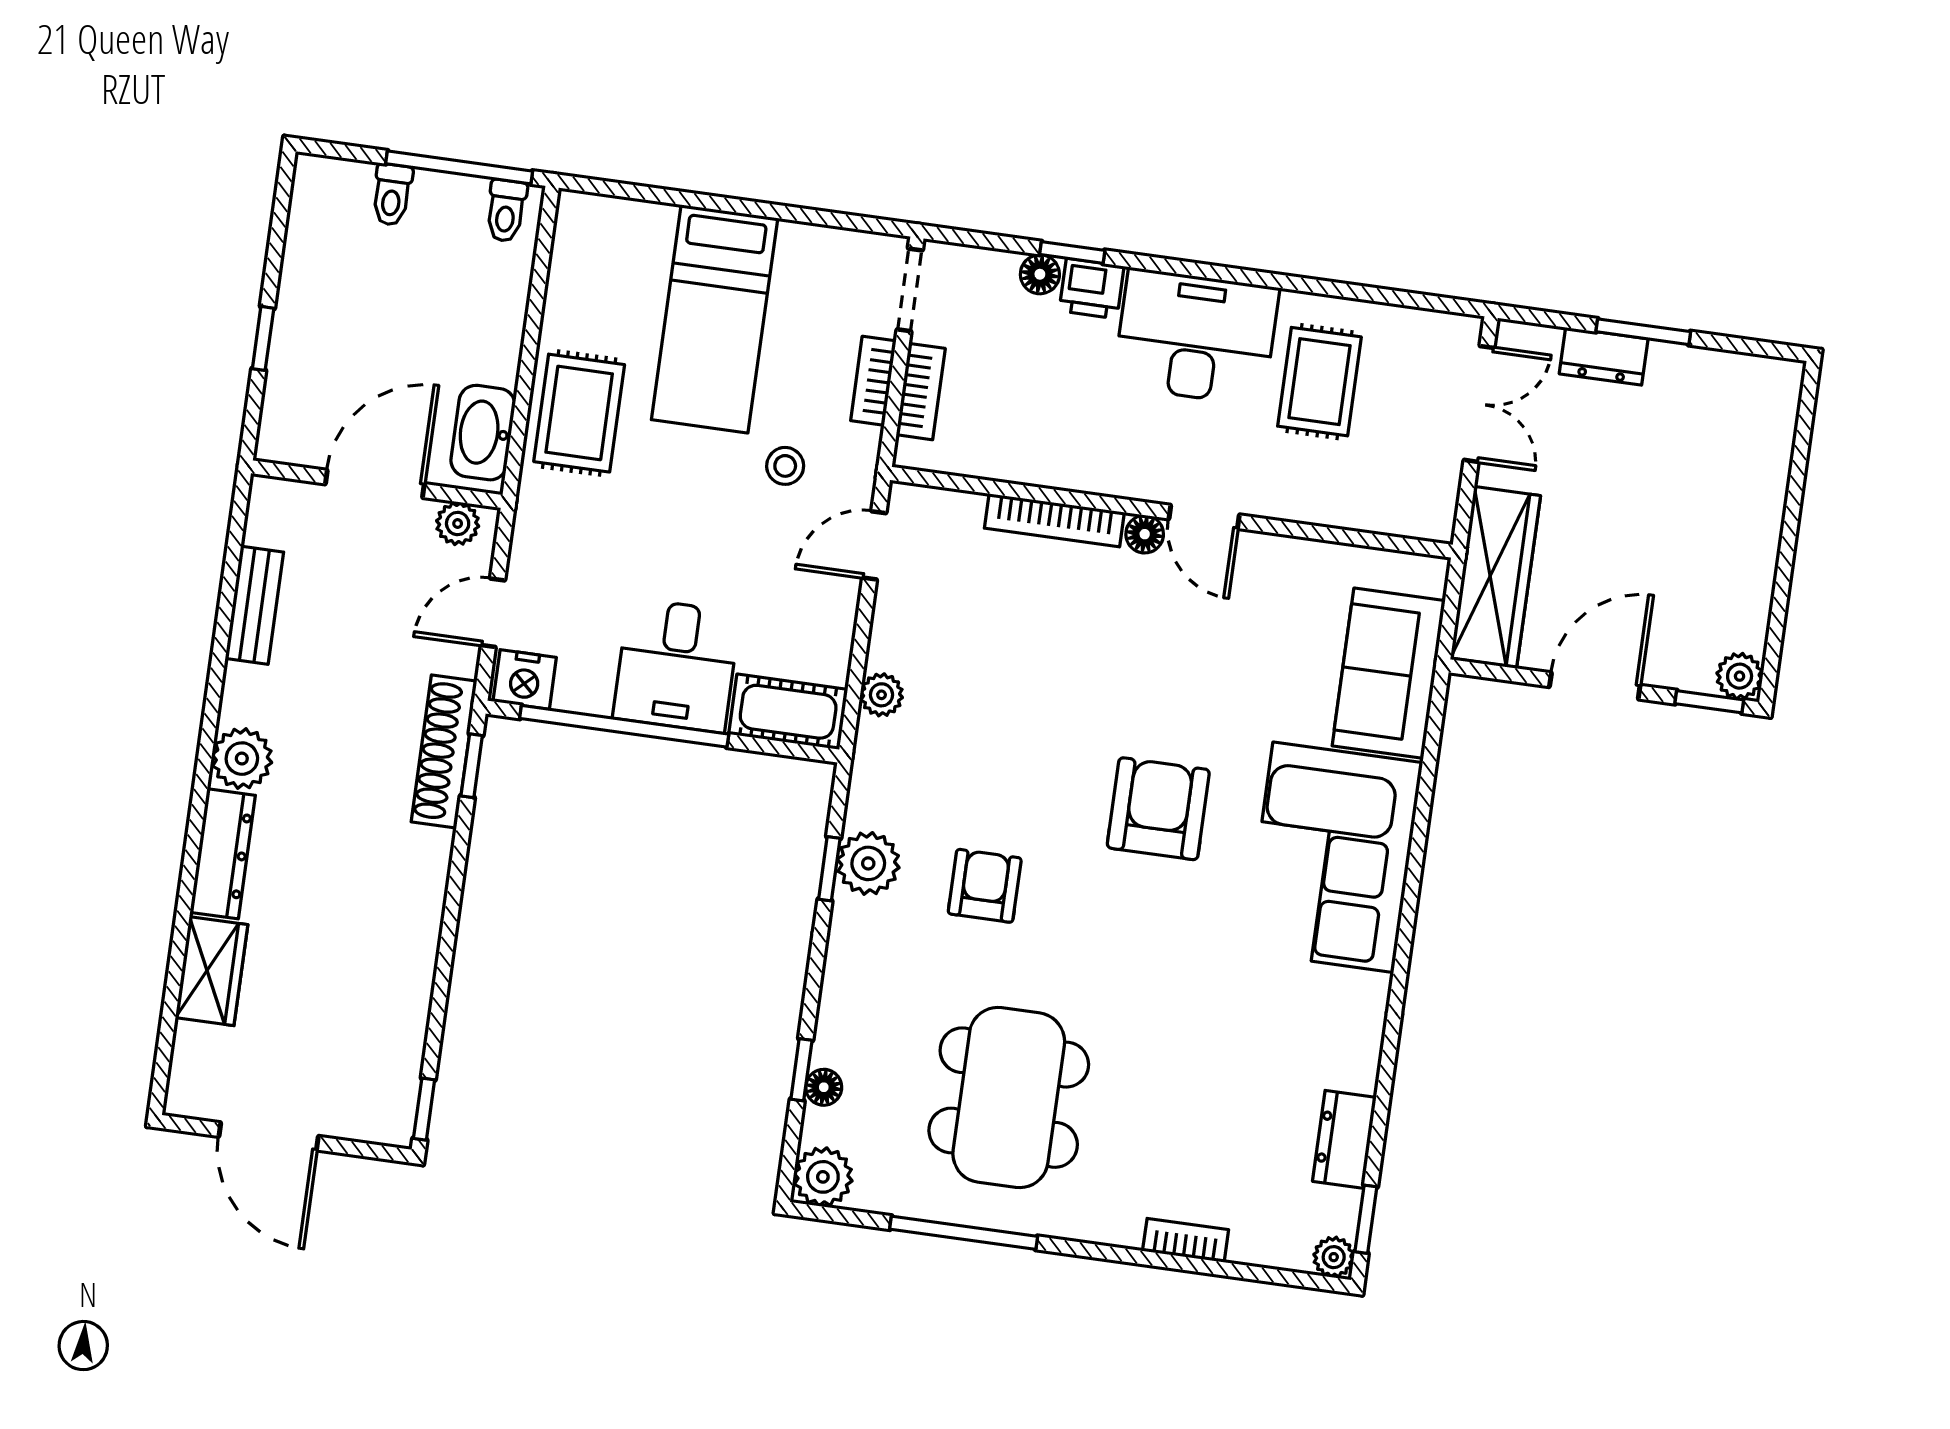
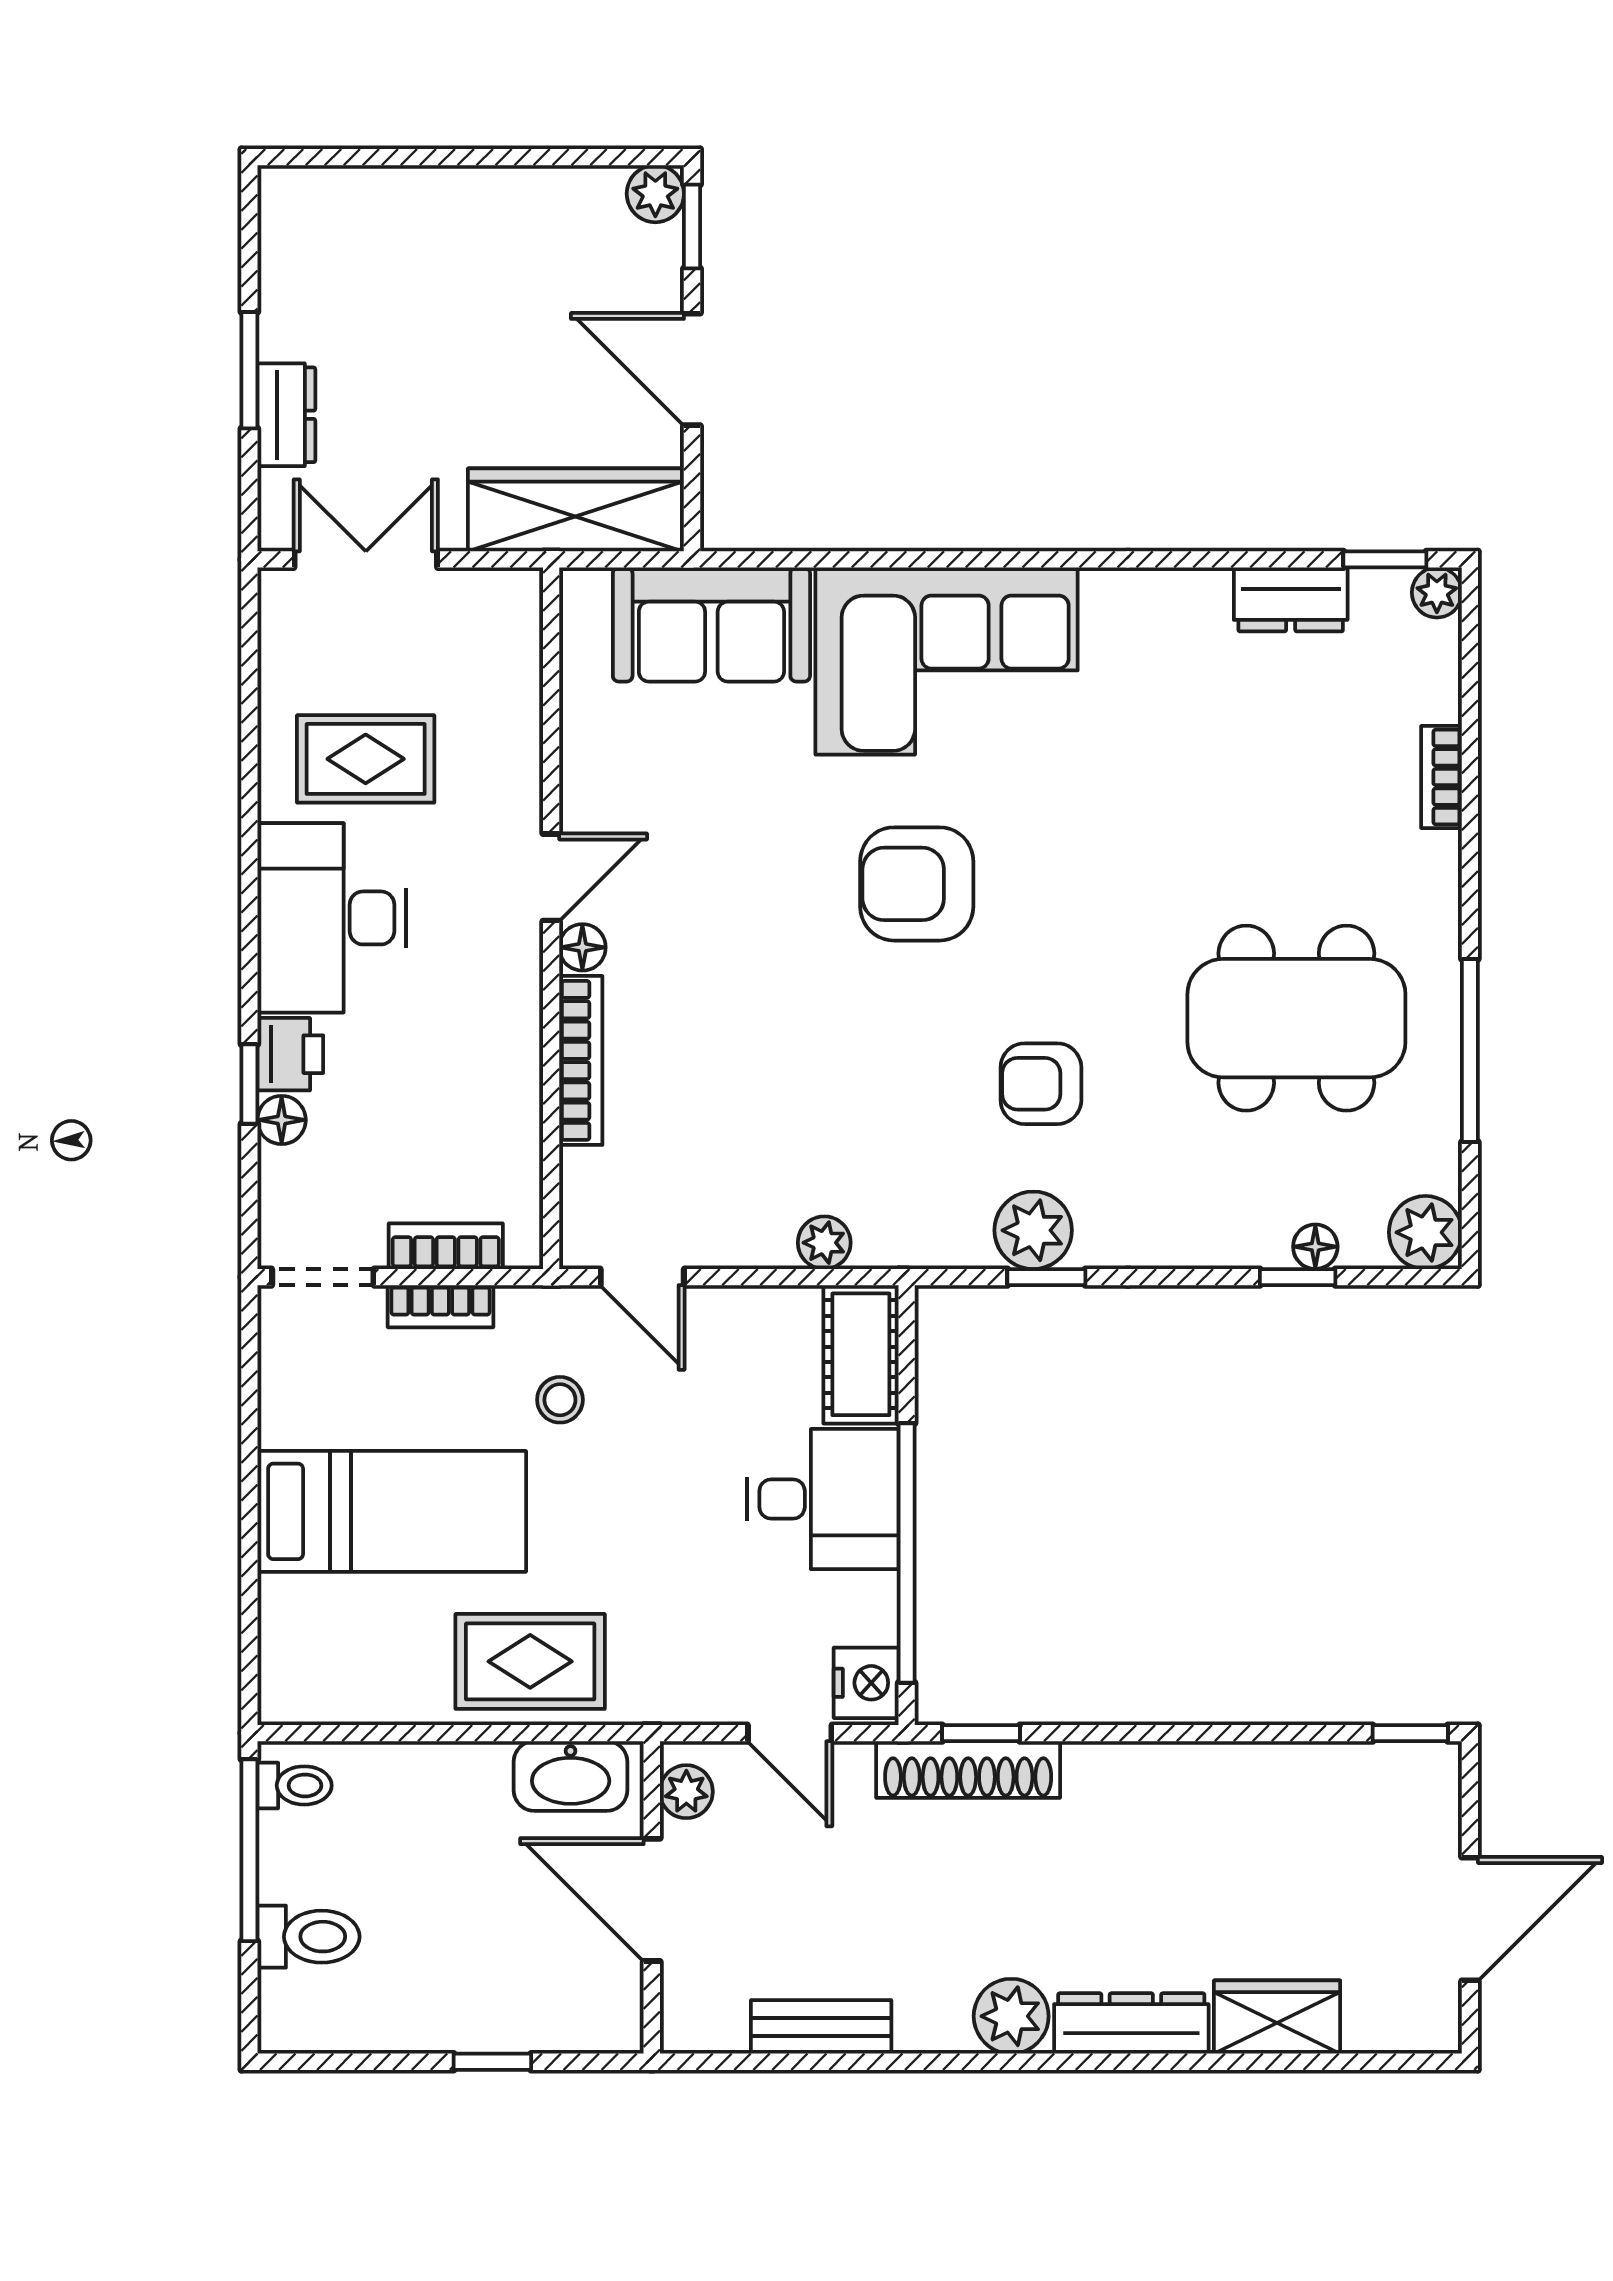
toilet: (392, 195) -> (308, 1937), width x1.37, depth x1.39

